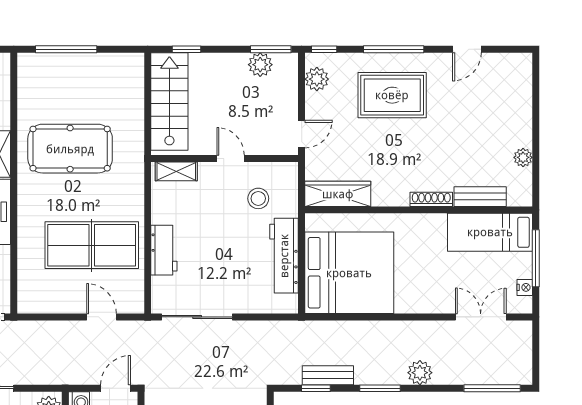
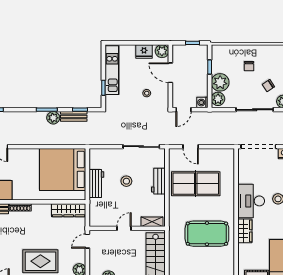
door: (231, 159) -> (124, 228), swing flipped
stool: (258, 198) -> (126, 181), moved
workbench: (284, 256) -> (96, 184), width x0.73
plant: (420, 373) -> (53, 118), moved

